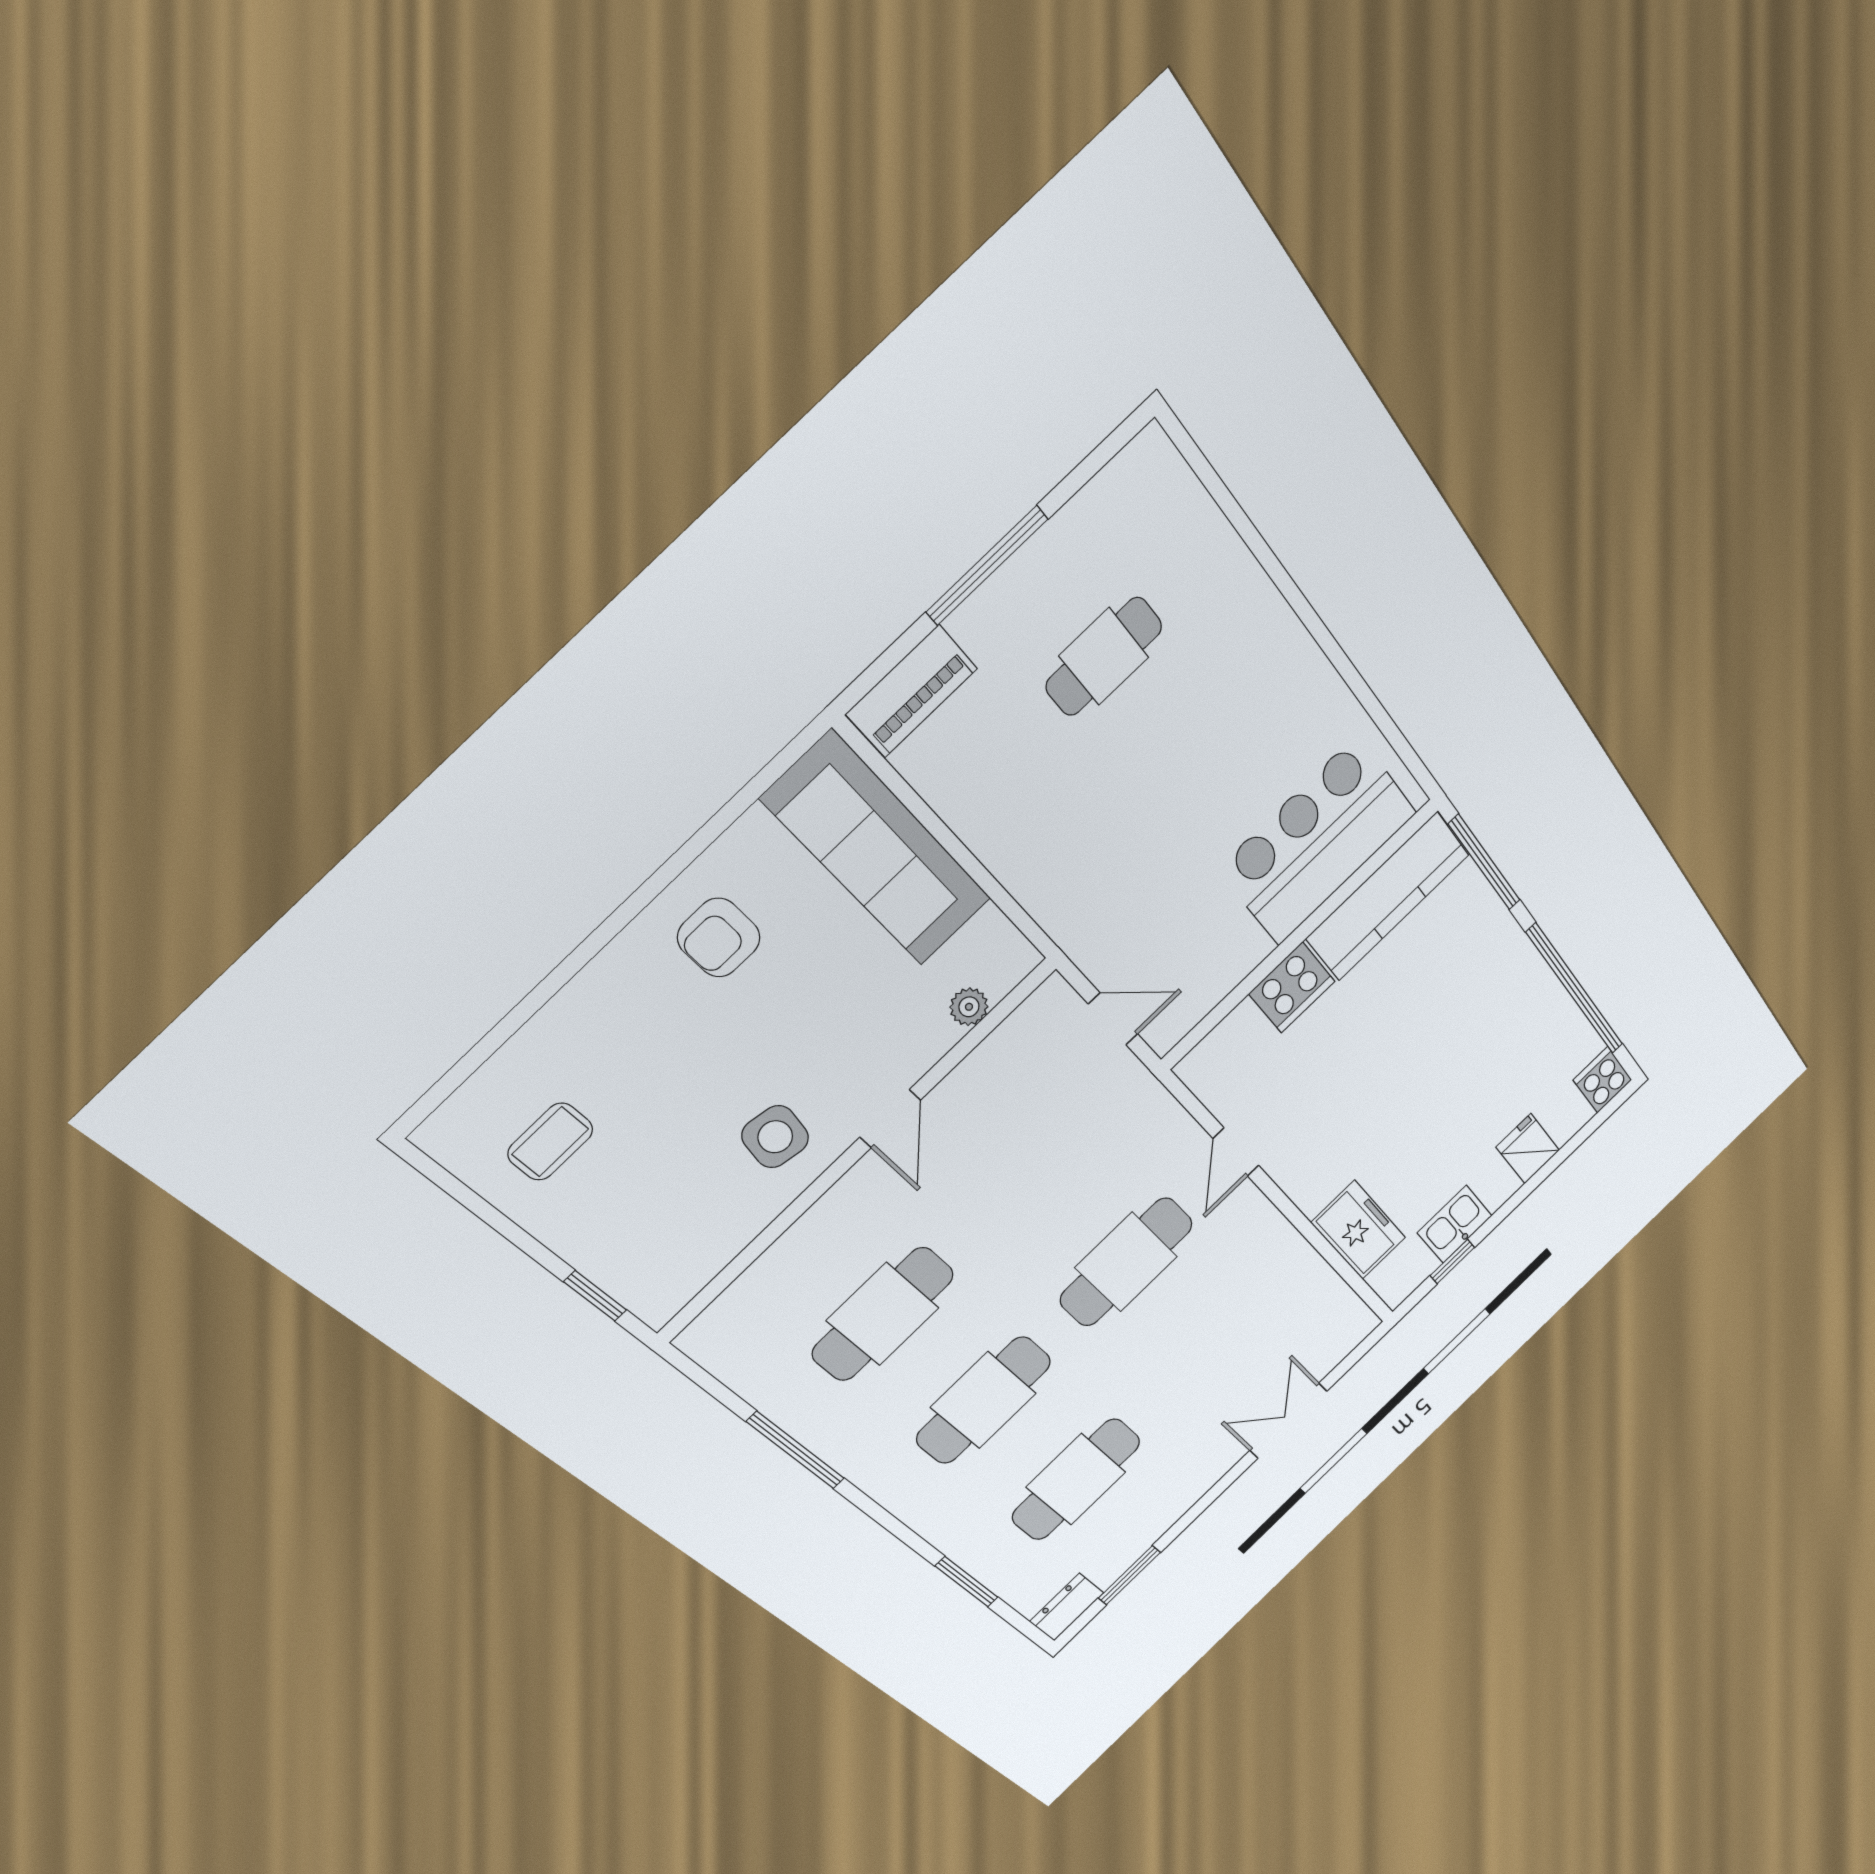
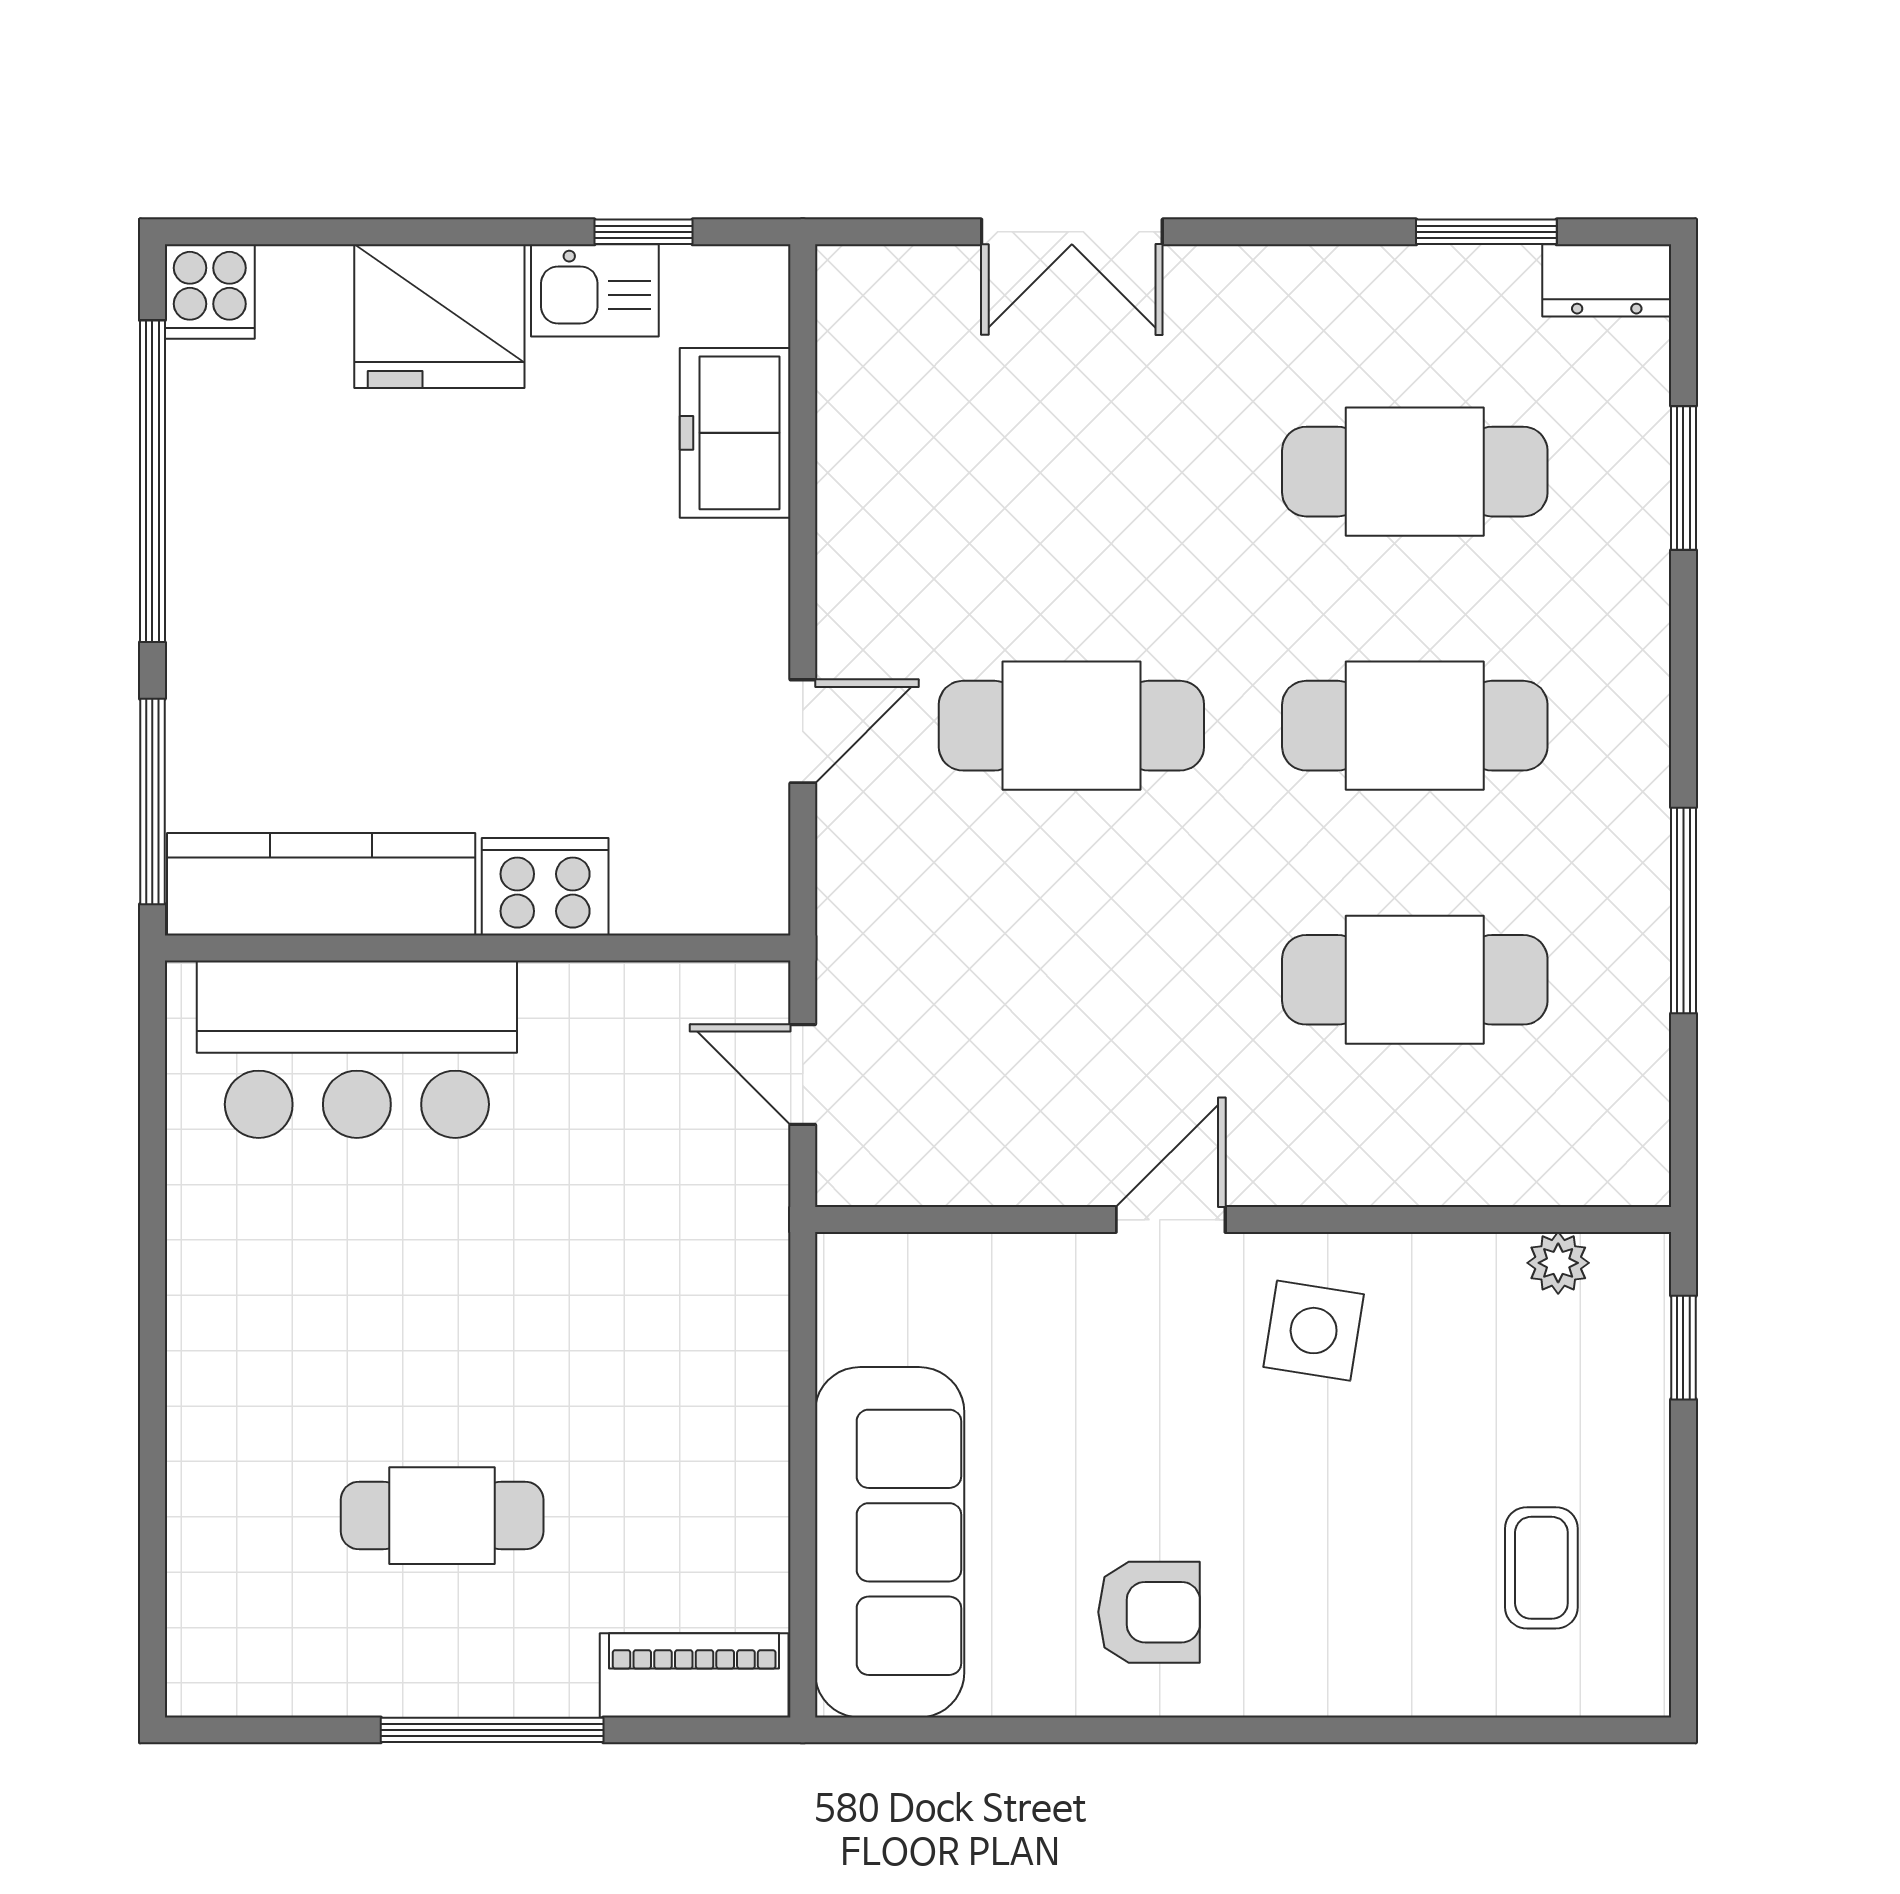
plant: (969, 1007) -> (1558, 1263), moved
coffee table: (550, 1142) -> (1541, 1568), turned 90
fridge: (1528, 1149) -> (439, 316), width x1.88, depth x1.34

